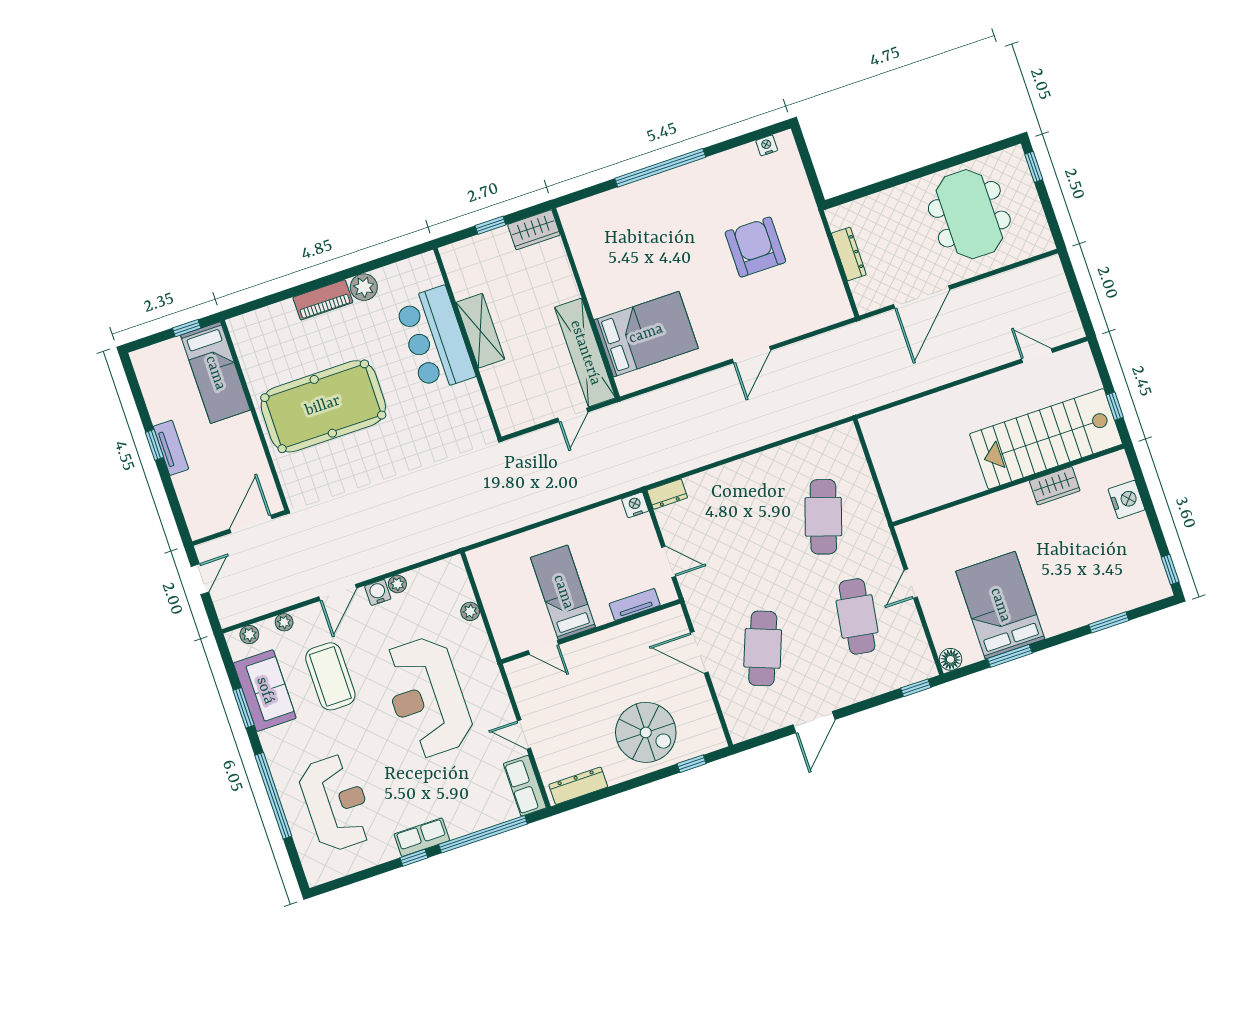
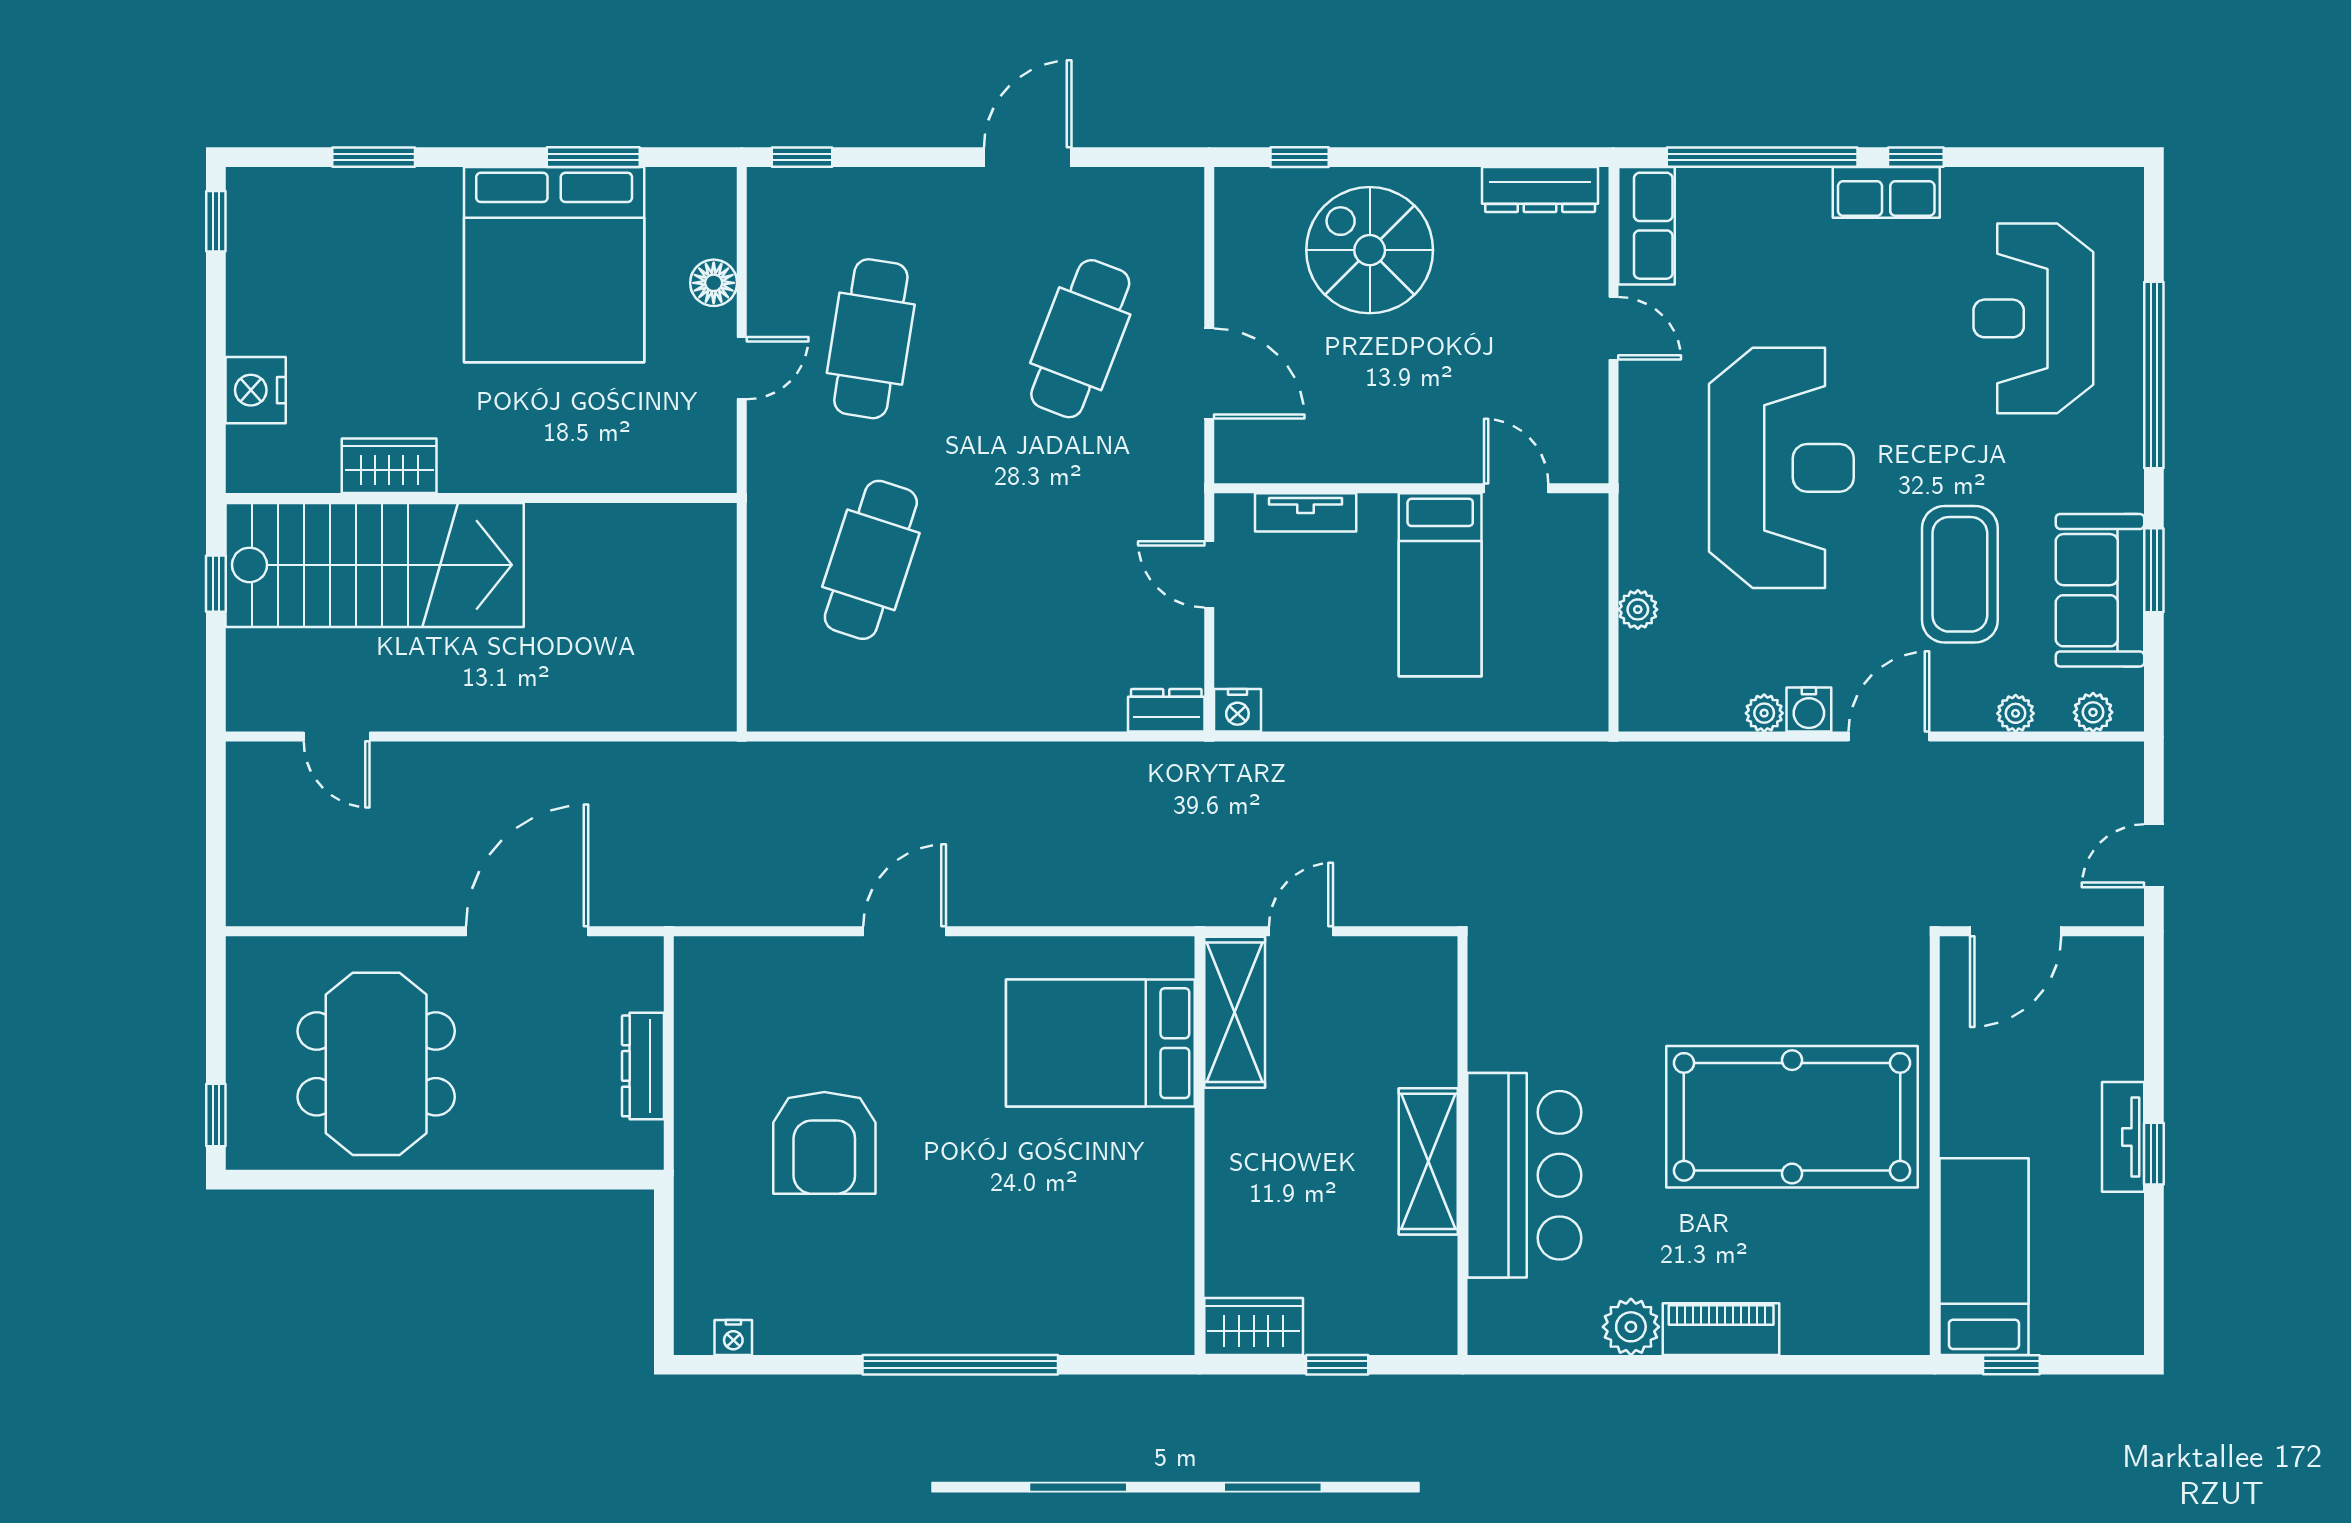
shelving: (585, 353) -> (1235, 1012), width x0.68
bed: (1000, 605) -> (554, 265), width x1.36
floor lamp: (951, 659) -> (714, 283), moved

